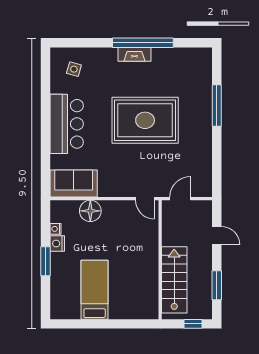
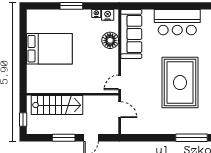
sofa: (74, 184) -> (131, 34), width x1.36
nightstand: (57, 243) -> (108, 15), moved
window: (217, 285) -> (64, 138), moved
bed: (95, 290) -> (49, 49), width x1.50

